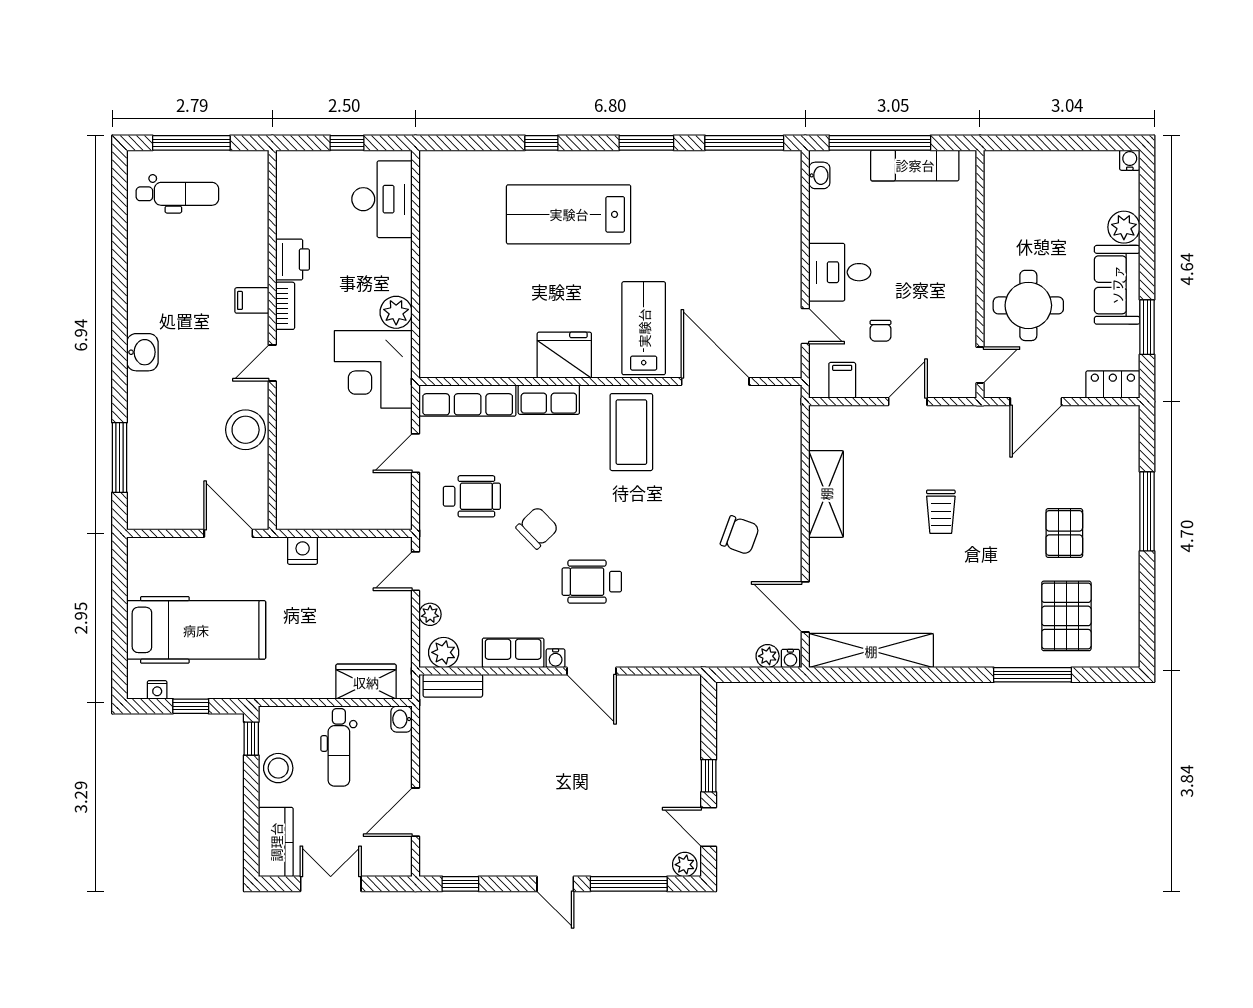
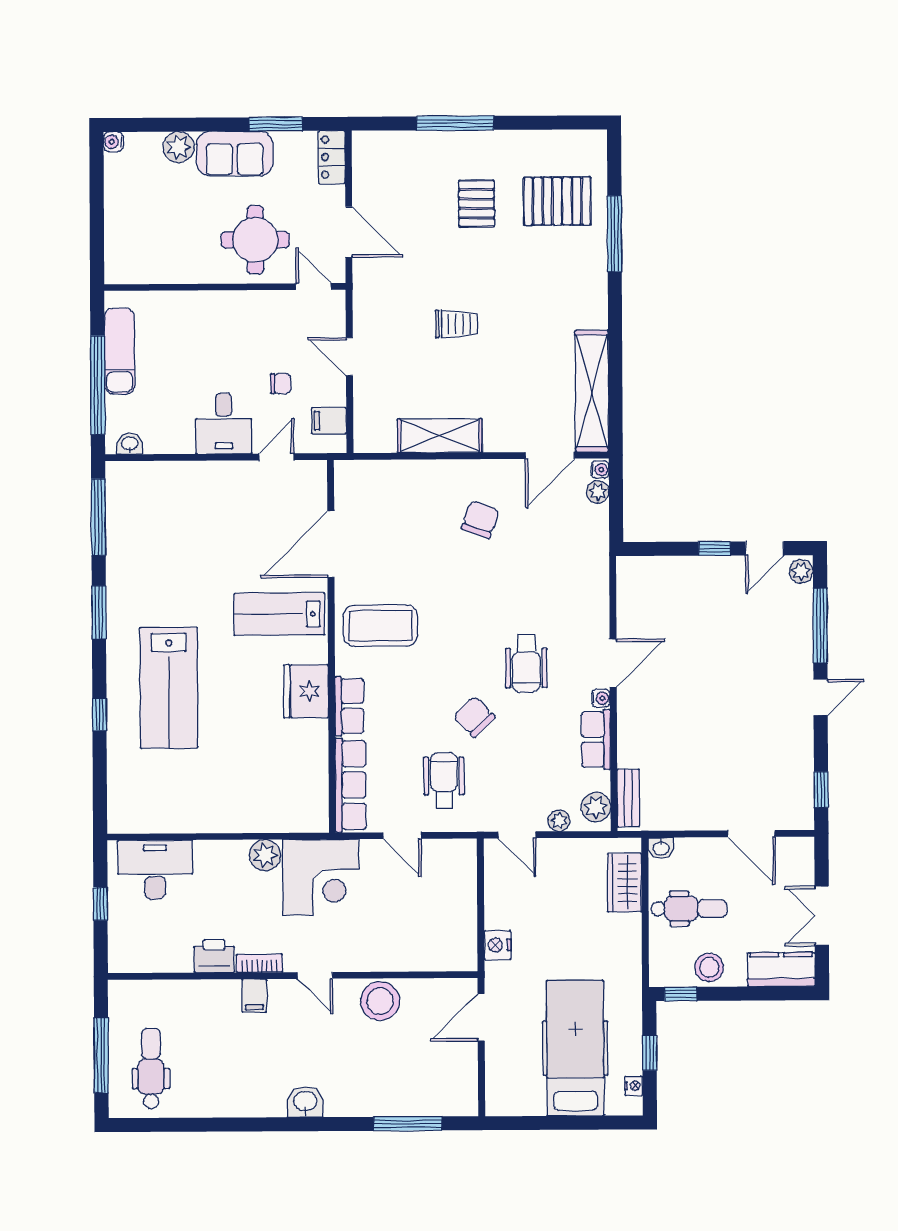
pallet: (1064, 533) -> (477, 204), turned 90

